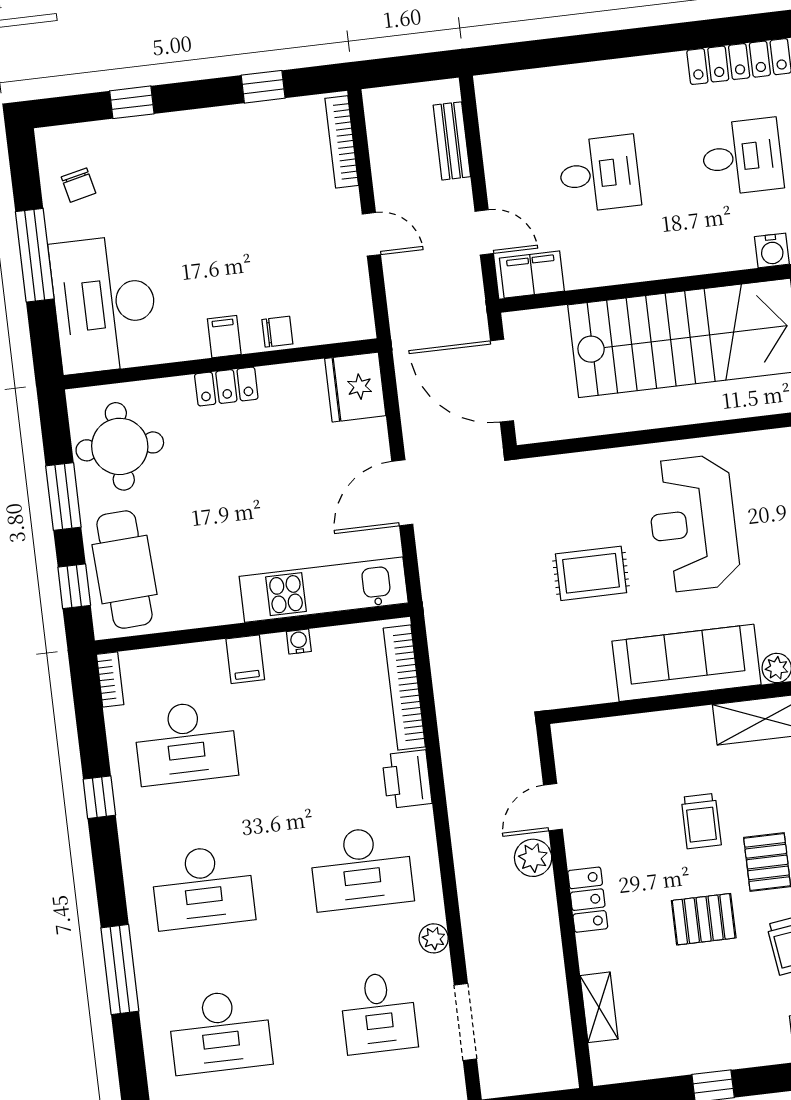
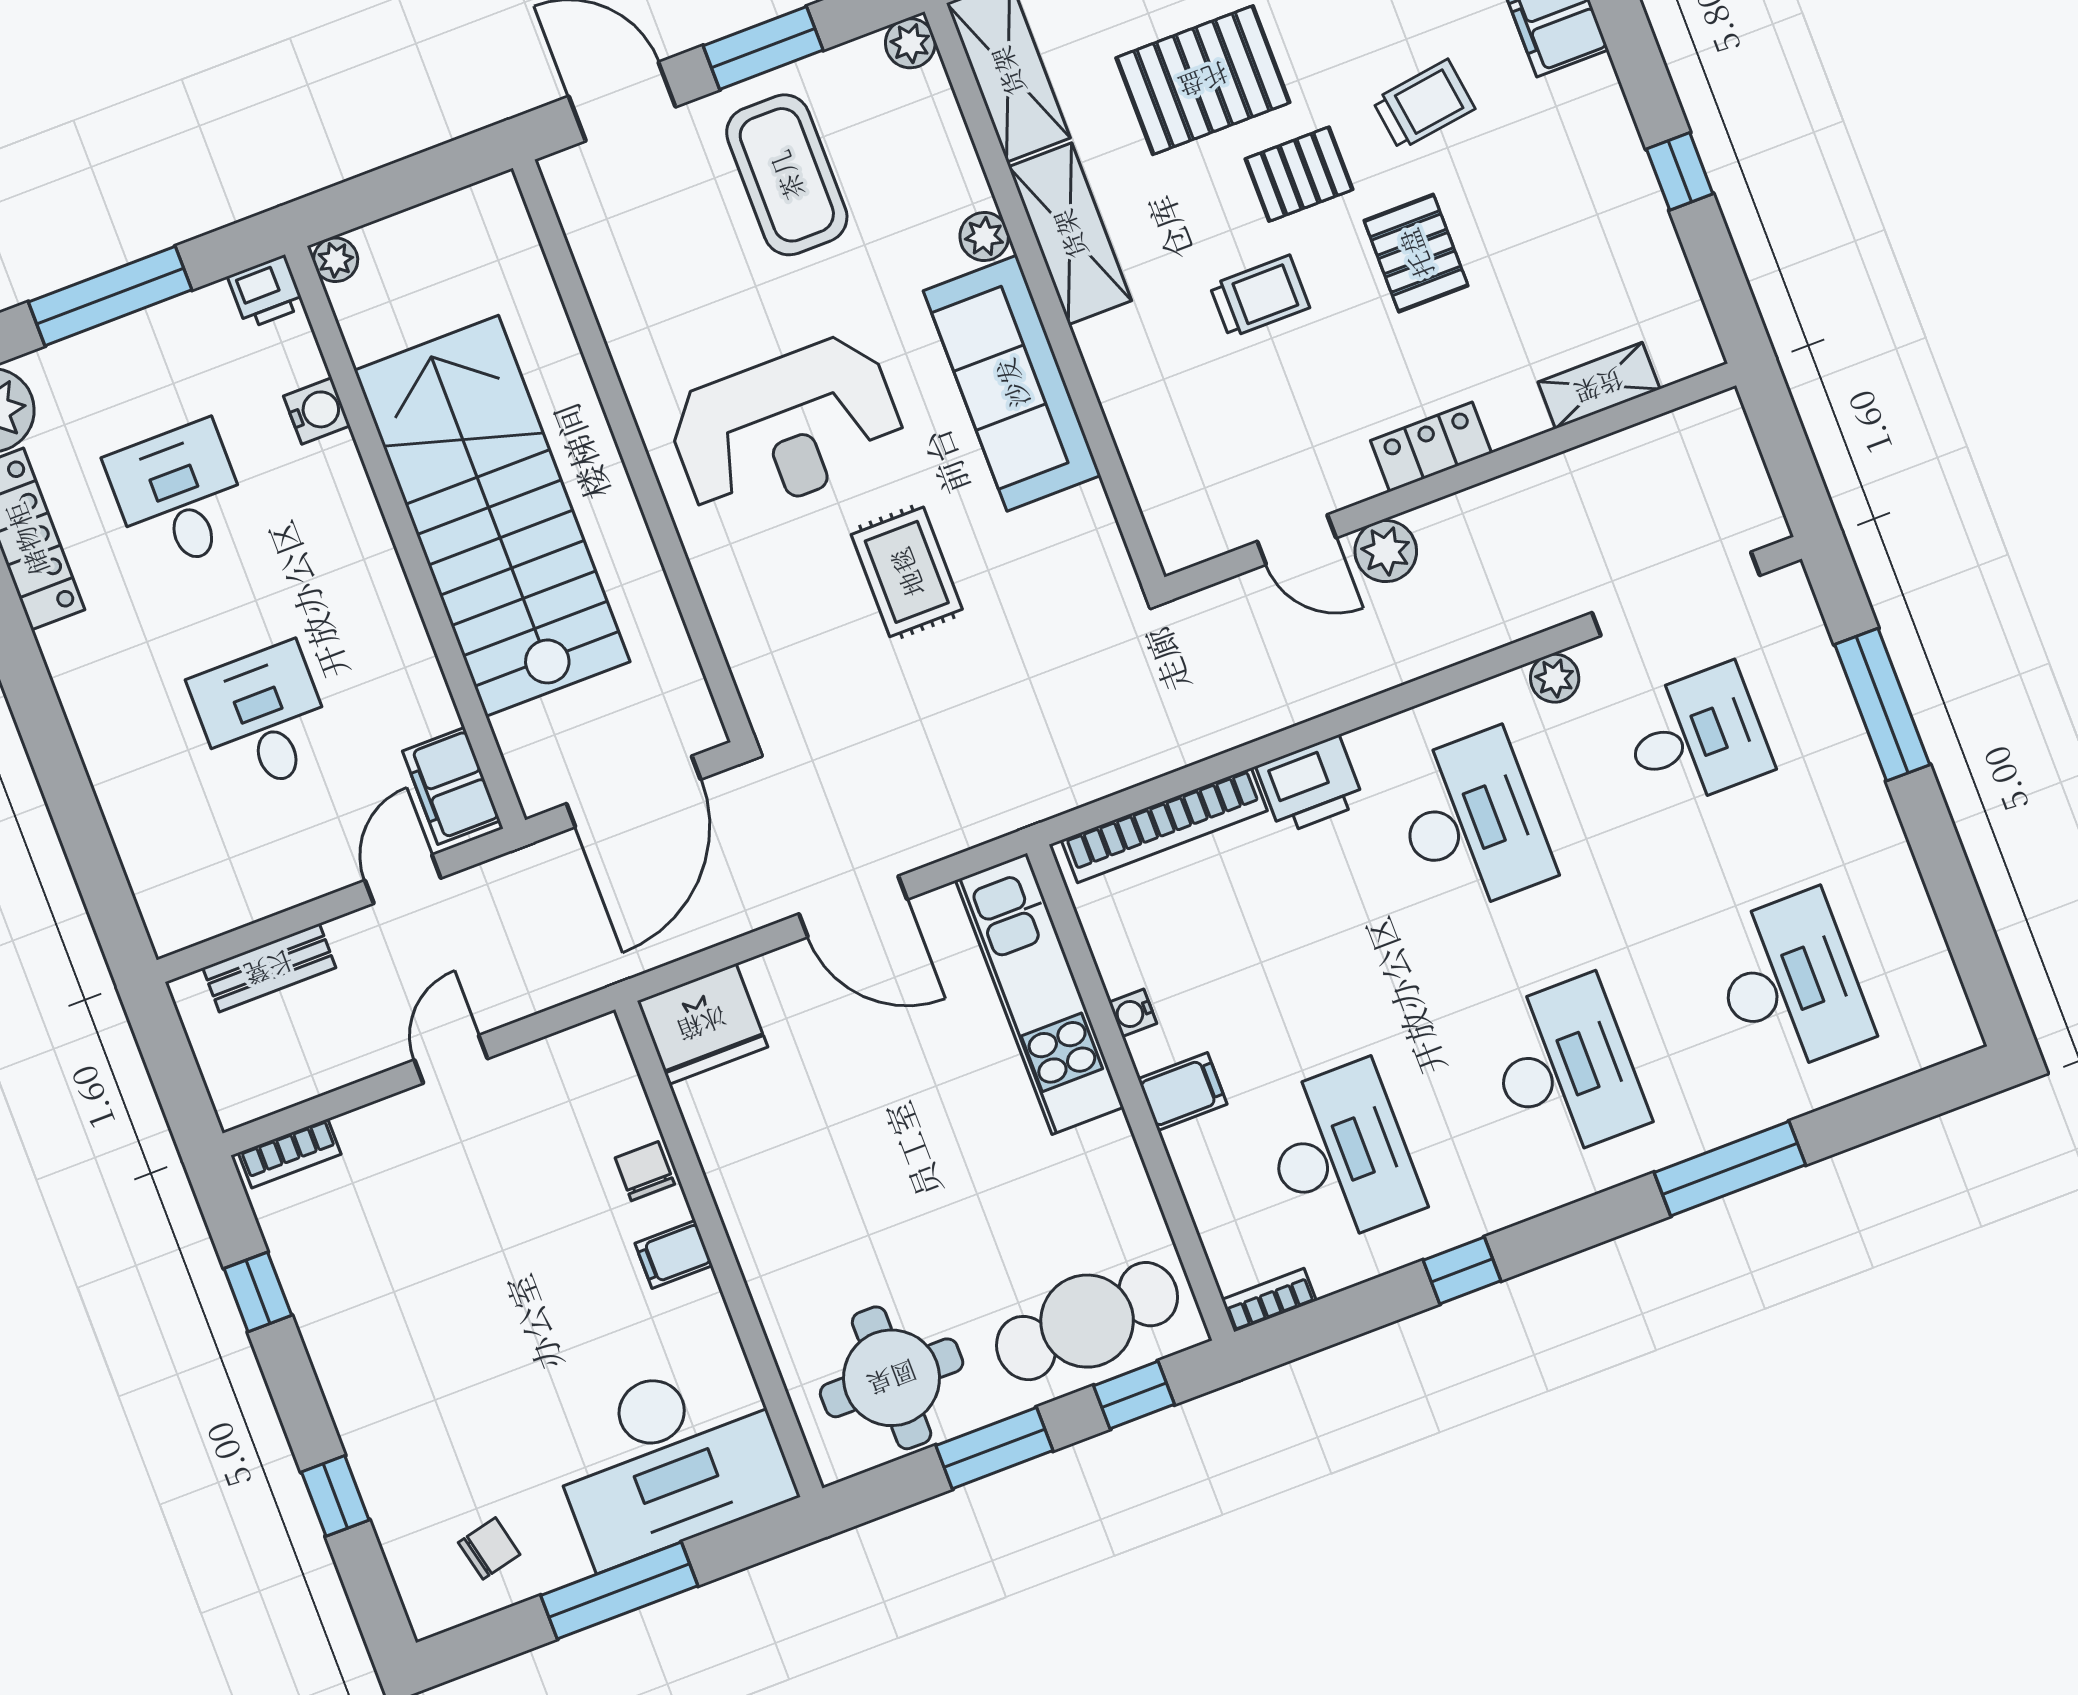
bookcase: (342, 142) -> (290, 1153), width x0.64
locker: (226, 387) -> (753, 1231), removed
doorway: (465, 1022) -> (1676, 594), width x1.36

